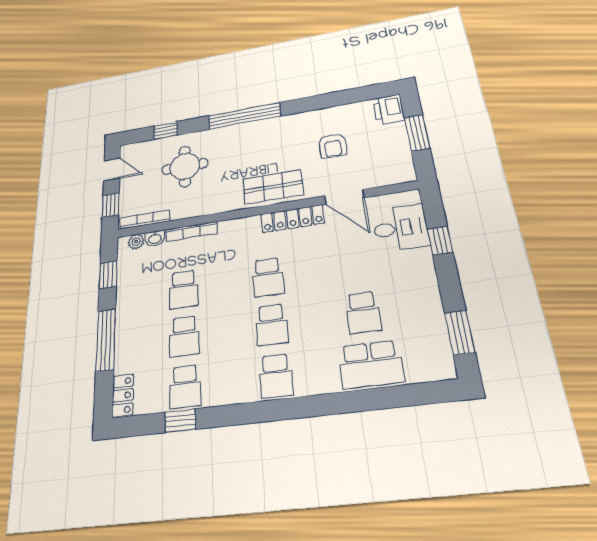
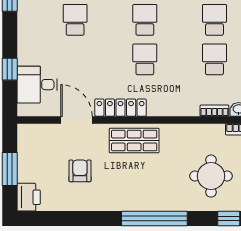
bookcase: (192, 231) -> (214, 111), width x0.64

